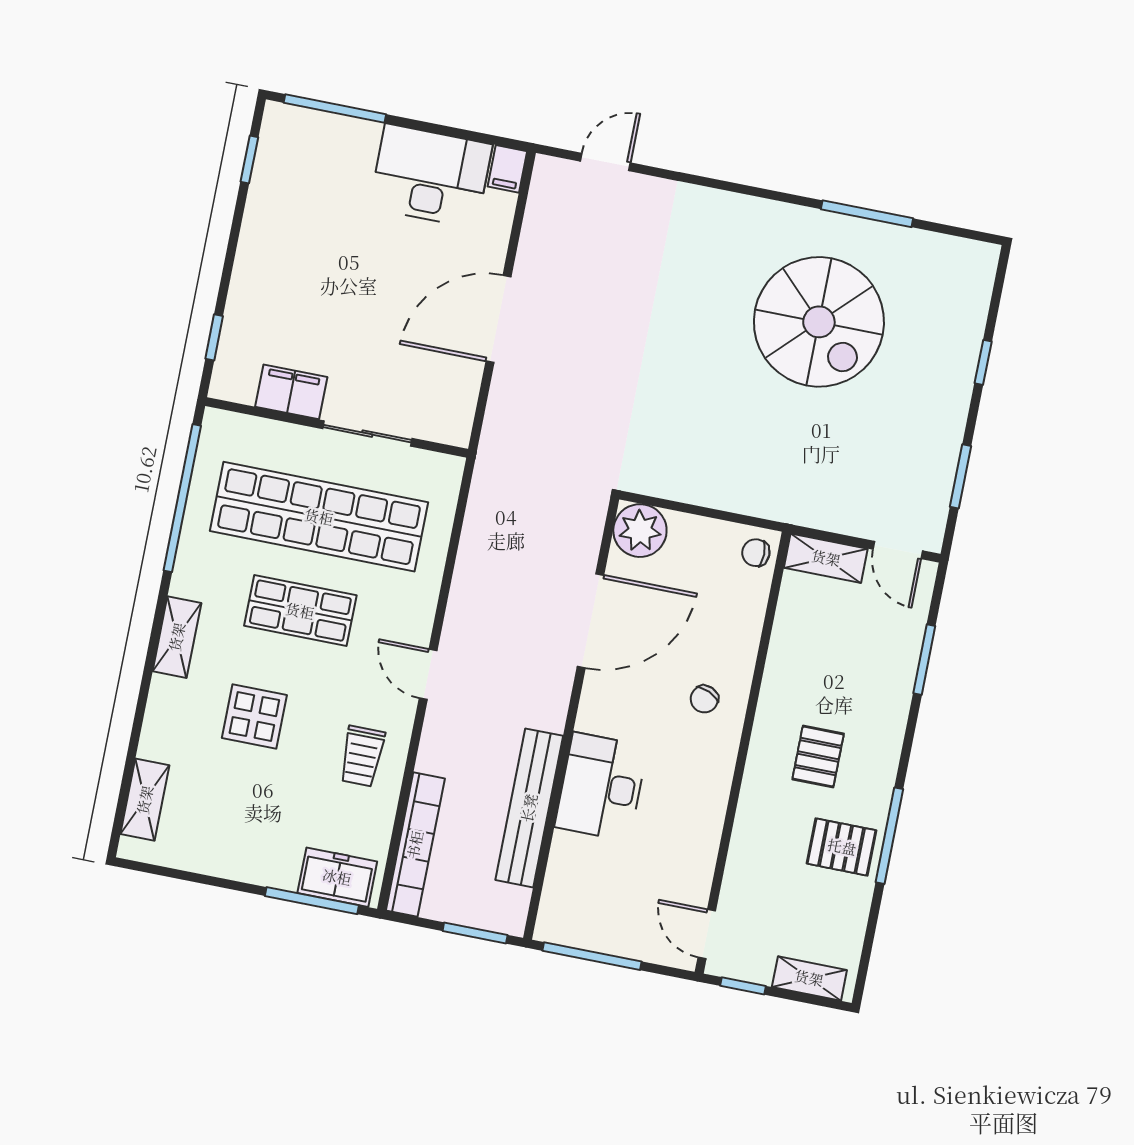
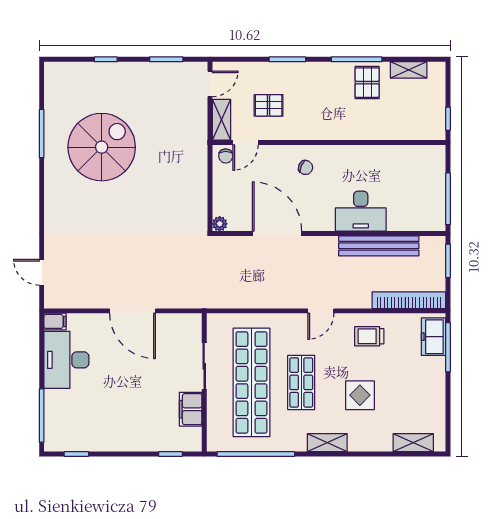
plant: (640, 531) -> (220, 224), width x0.53, depth x0.53
window: (924, 660) -> (287, 59), moved
trolley: (362, 756) -> (369, 336), turned 180
pallet: (818, 756) -> (269, 105), moved
door: (707, 934) -> (246, 143), moved
shelving: (809, 978) -> (409, 70), moved, turned 90

